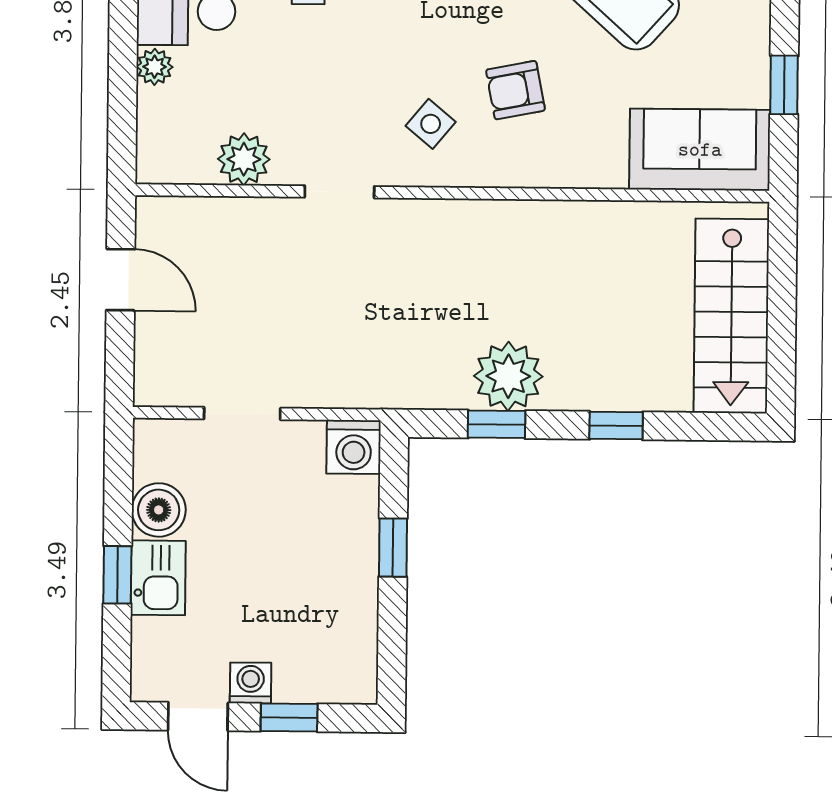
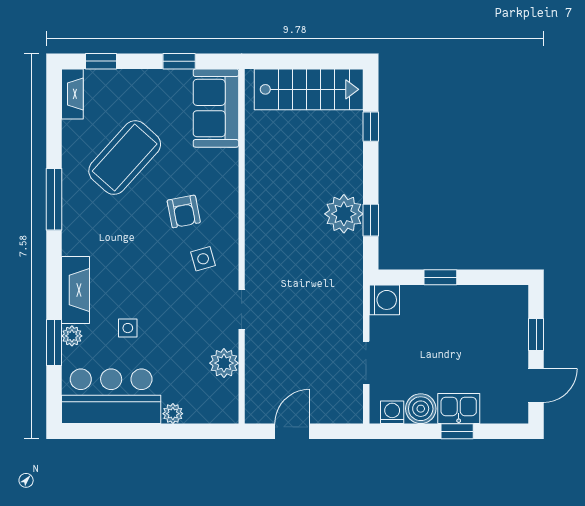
side table: (431, 124) -> (203, 259), turned 34
window: (616, 426) -> (371, 127), moved
washing machine: (251, 683) -> (392, 412), moved, turned 90

